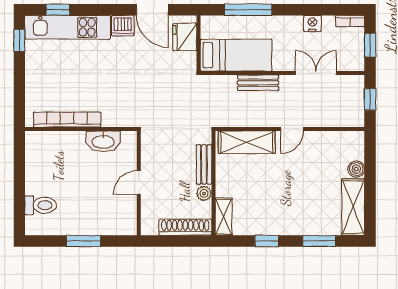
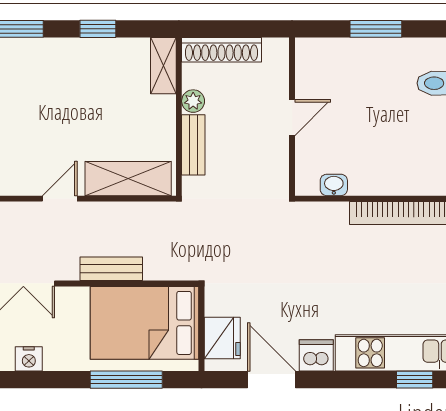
bed: (236, 55) -> (144, 323), width x1.50
washbasin: (103, 141) -> (334, 185), width x0.52, depth x0.69

